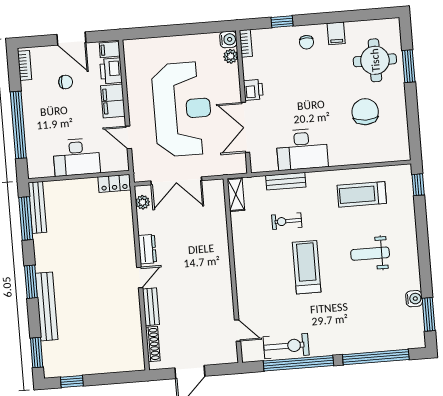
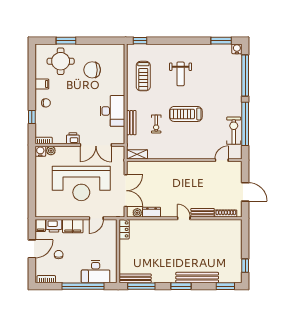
reception desk: (182, 109) -> (81, 183), turned 180
desk: (76, 157) -> (96, 272), moved, turned 90
dresser: (147, 249) -> (152, 212), moved
water cooler: (414, 299) -> (237, 49), moved

